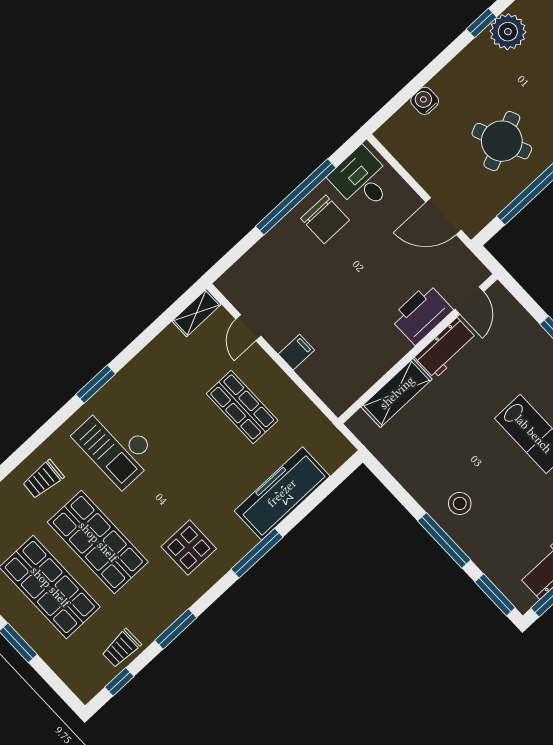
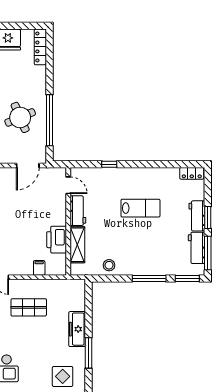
printer: (422, 314) -> (57, 240), moved
filing cabinet: (296, 352) -> (39, 268), moved
freezer: (282, 493) -> (77, 329), width x0.73, depth x0.79
stool: (460, 503) -> (109, 265), moved

